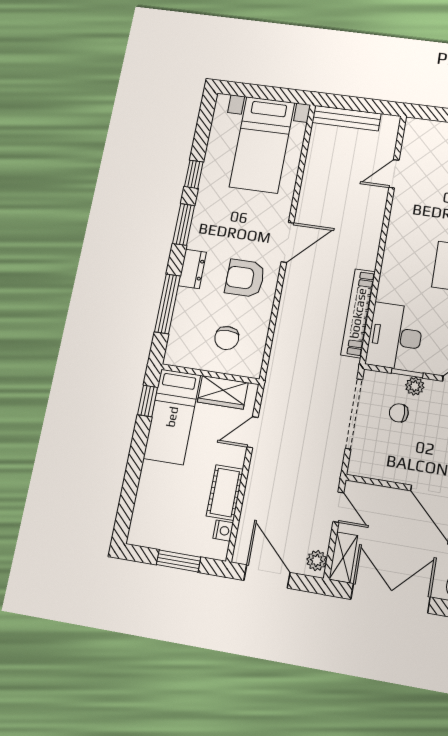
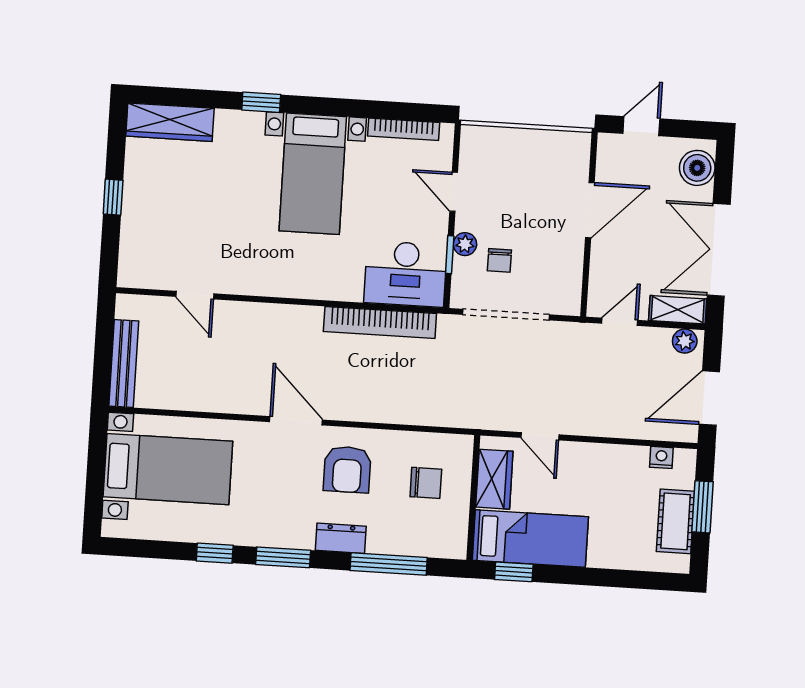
cot: (225, 492) -> (676, 521), moved, turned 90

